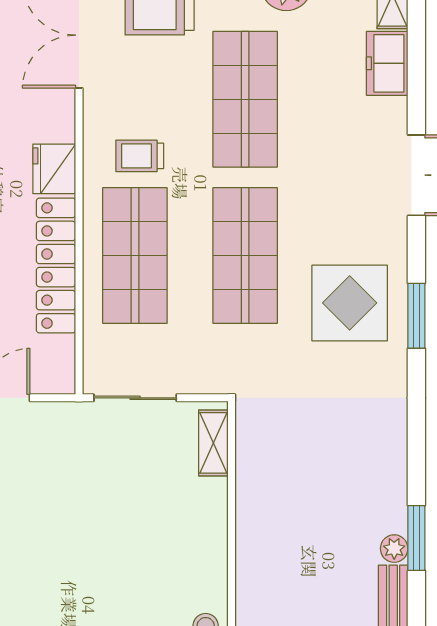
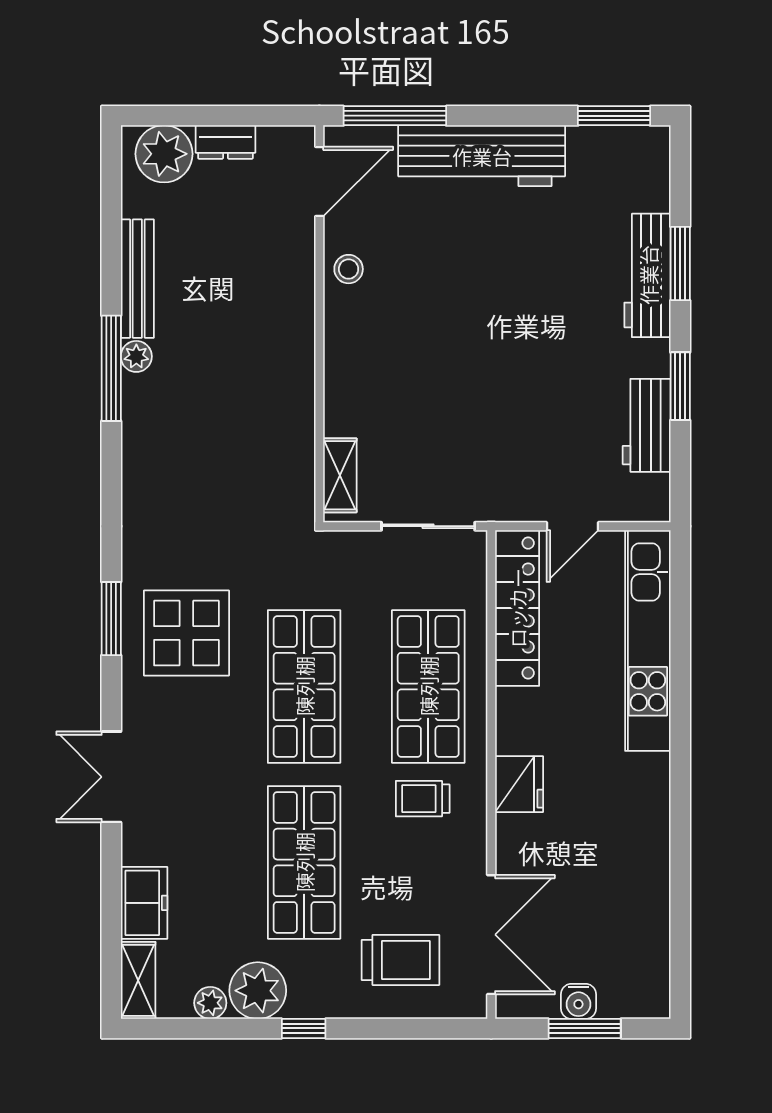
trolley: (140, 156) -> (423, 799), turned 180
locker: (56, 266) -> (517, 608), moved
window: (416, 538) -> (111, 368), width x1.44

